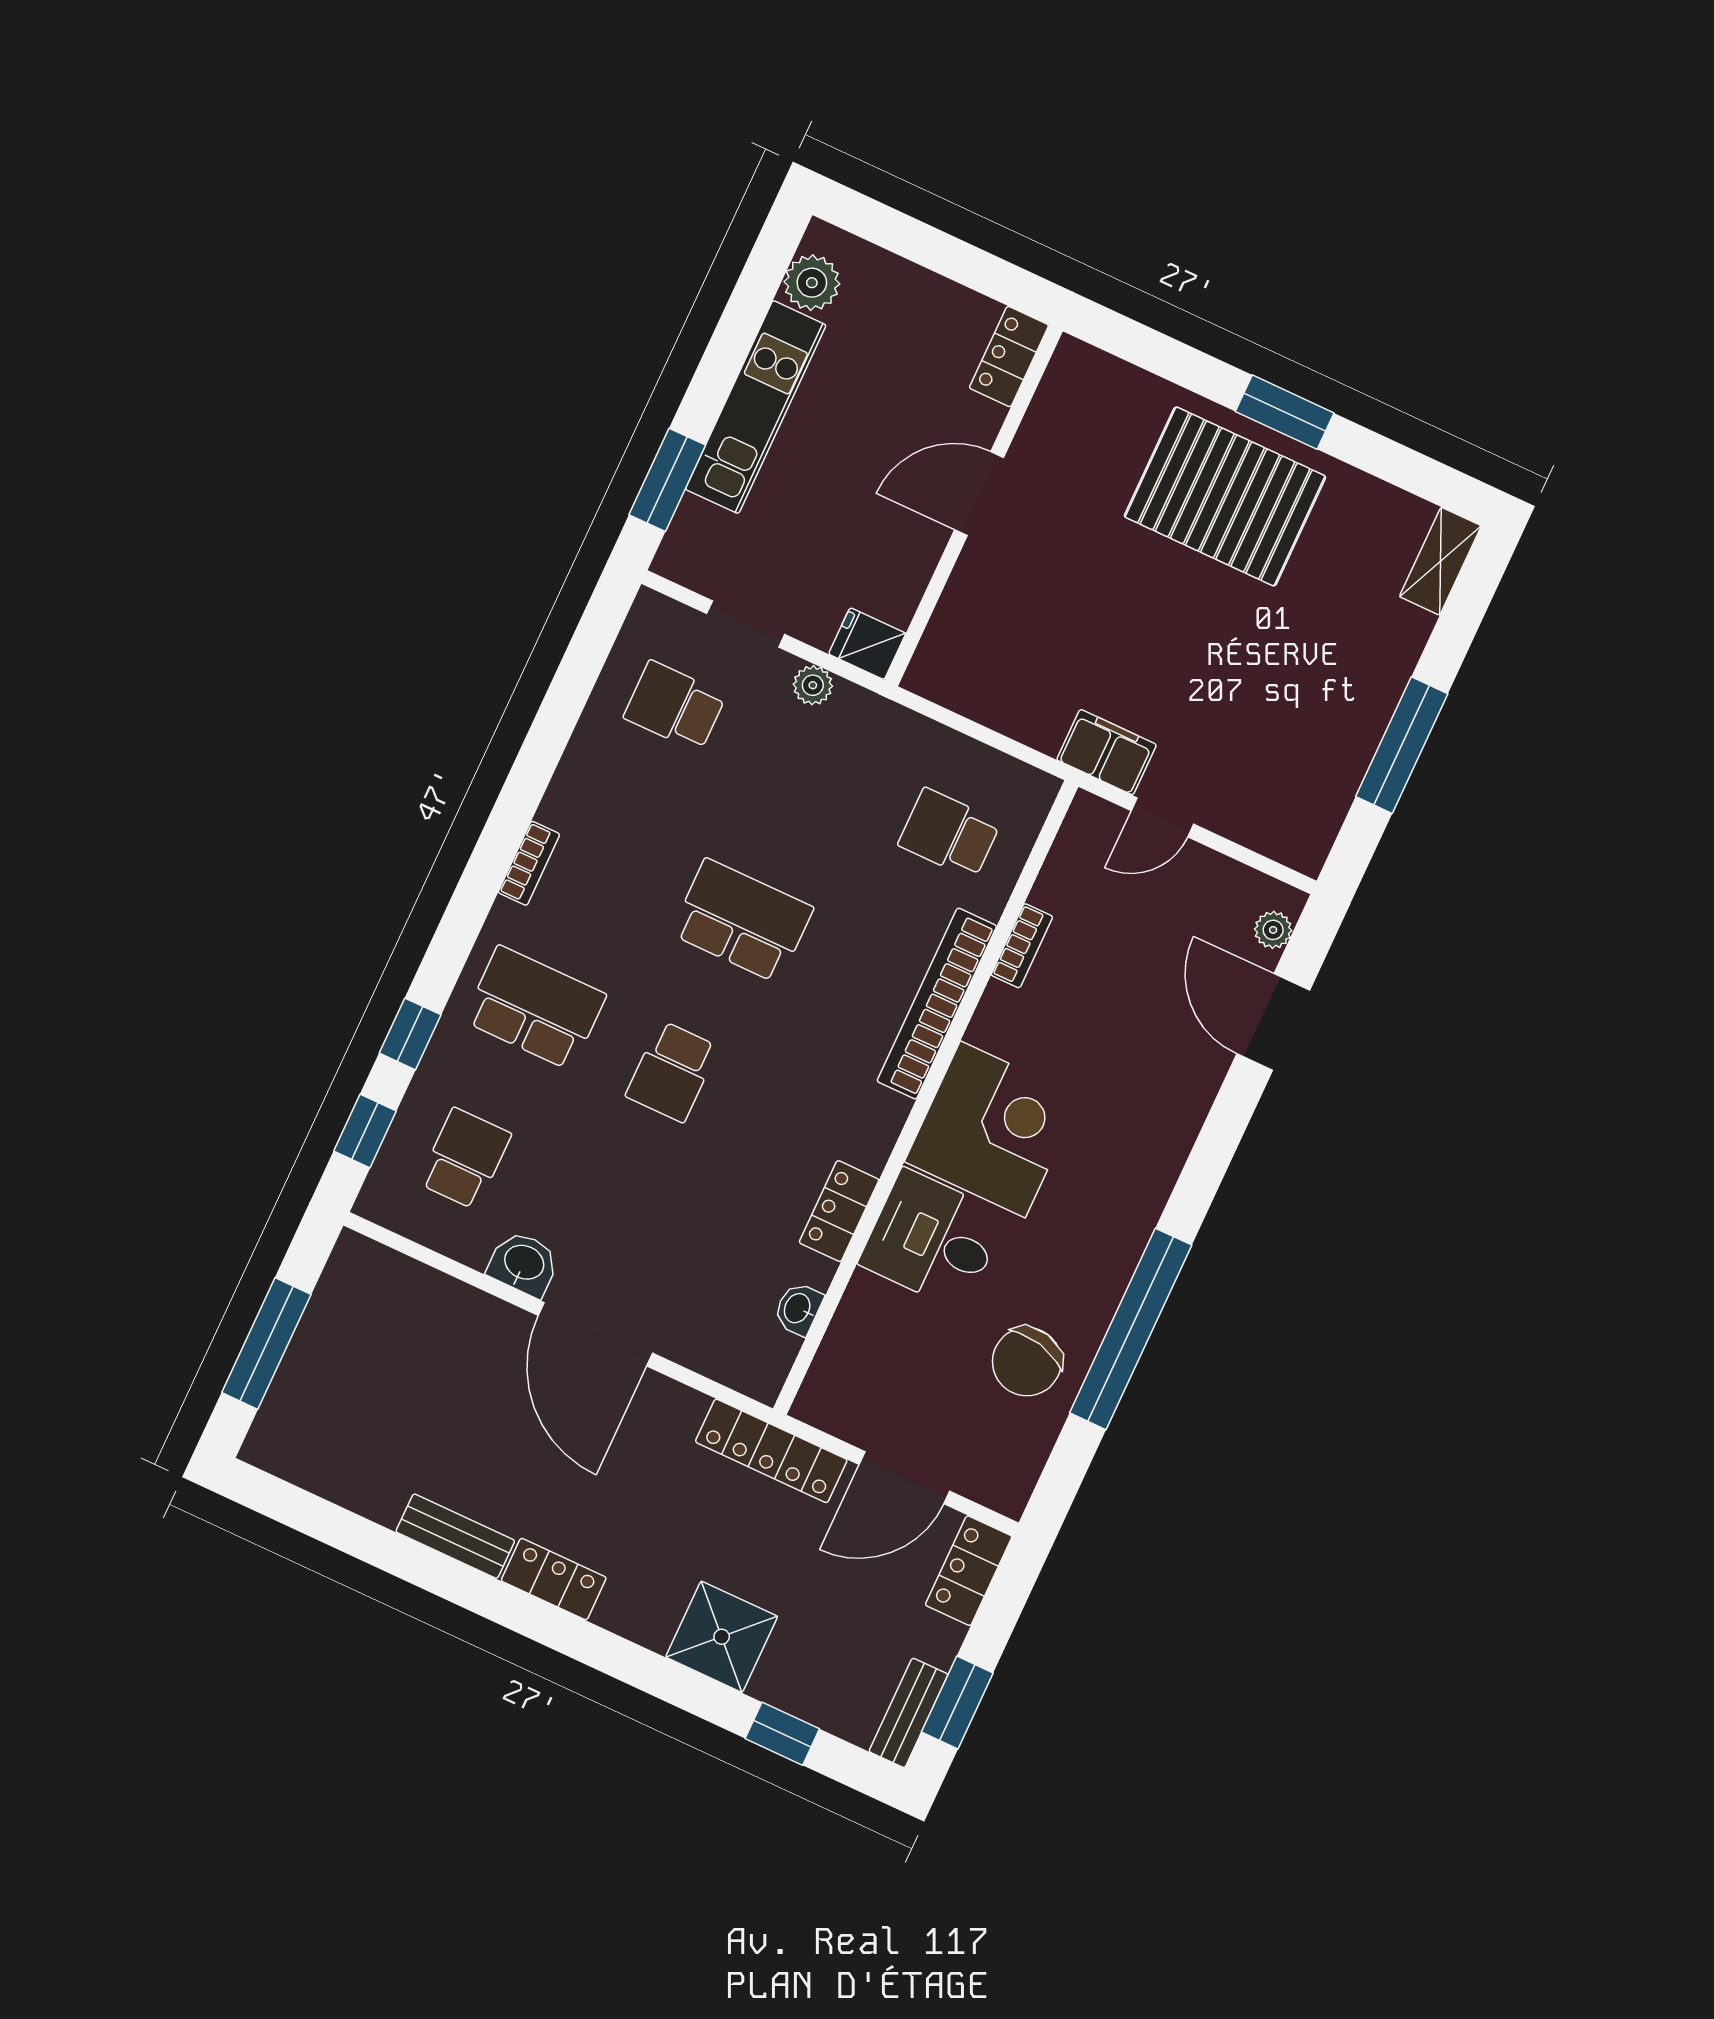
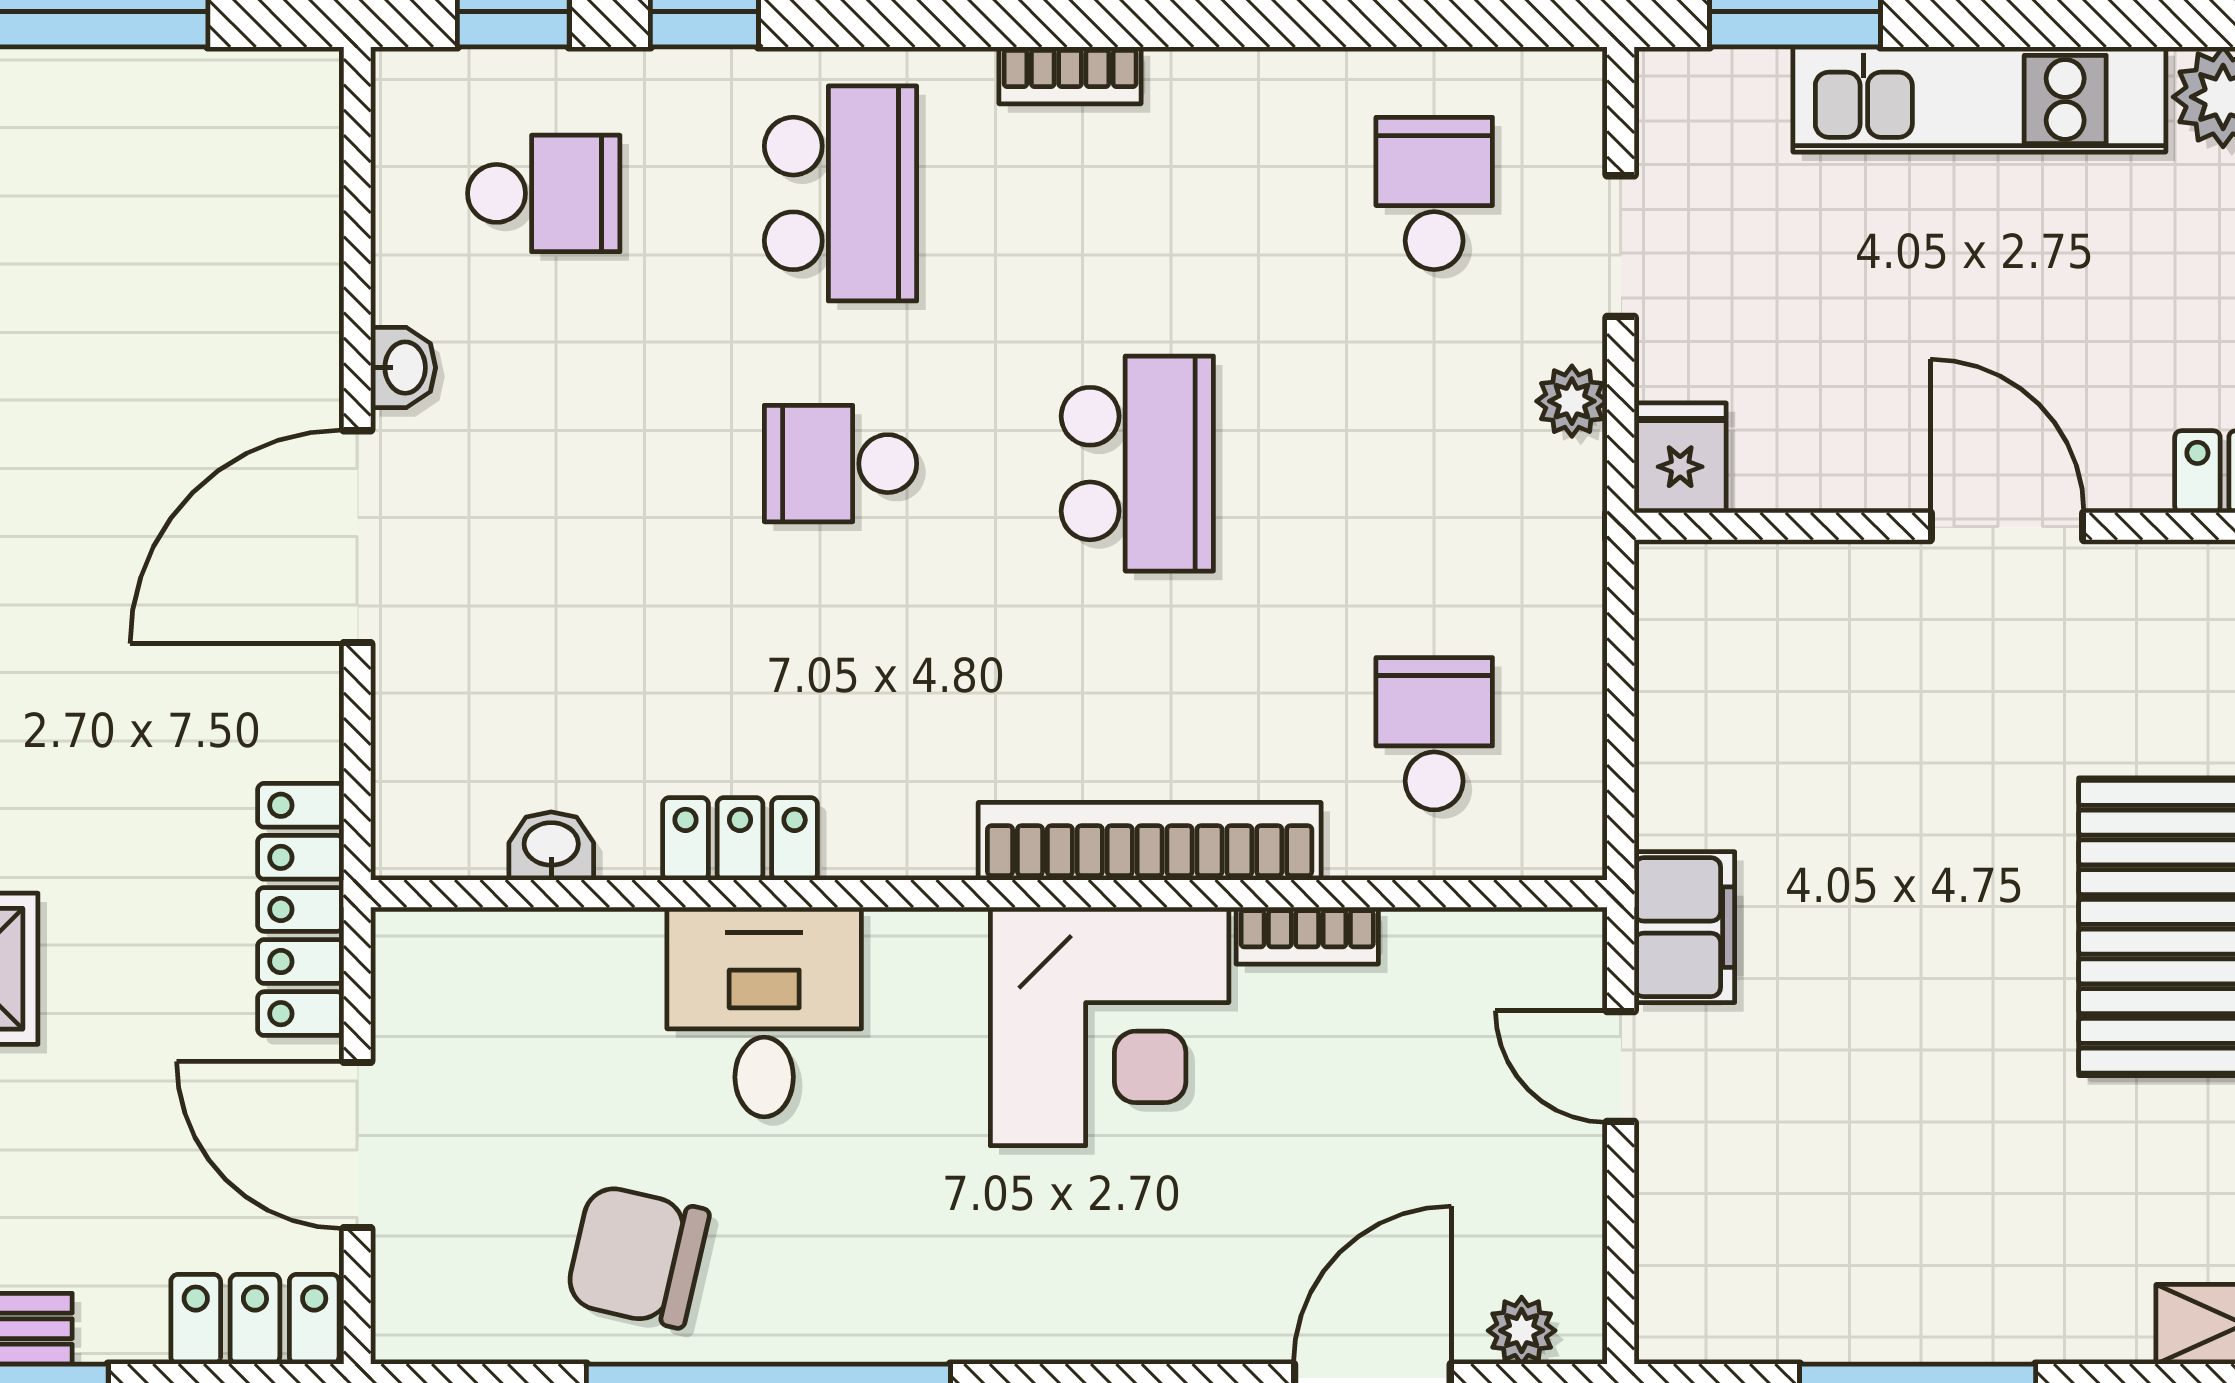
corner desk: (993, 1129) -> (1110, 1026), moved
washbasin: (524, 1264) -> (403, 368), width x0.72, depth x0.69

